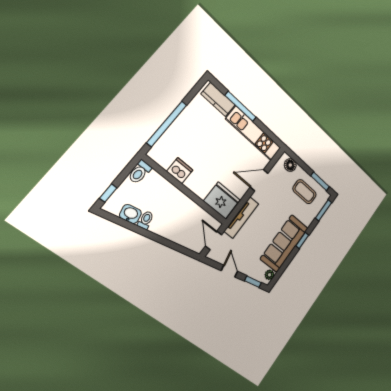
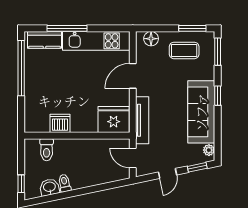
window: (167, 124) -> (21, 68), moved
toilet: (140, 172) -> (47, 150), moved
door: (229, 271) -> (168, 173), swing flipped

